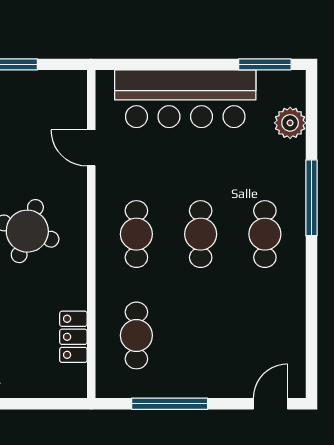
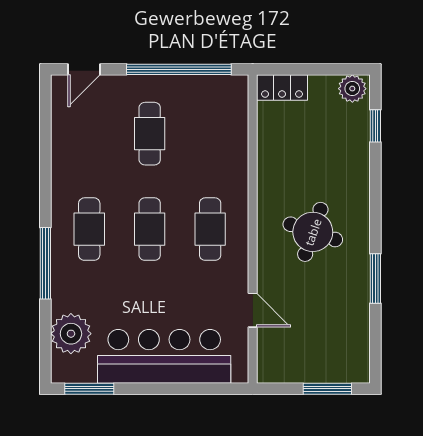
plant: (290, 123) -> (71, 334), width x1.36, depth x1.36
cafe table: (136, 335) -> (150, 134), moved
locker: (73, 337) -> (282, 88), moved, turned 90
window: (170, 404) -> (179, 69), width x1.46

